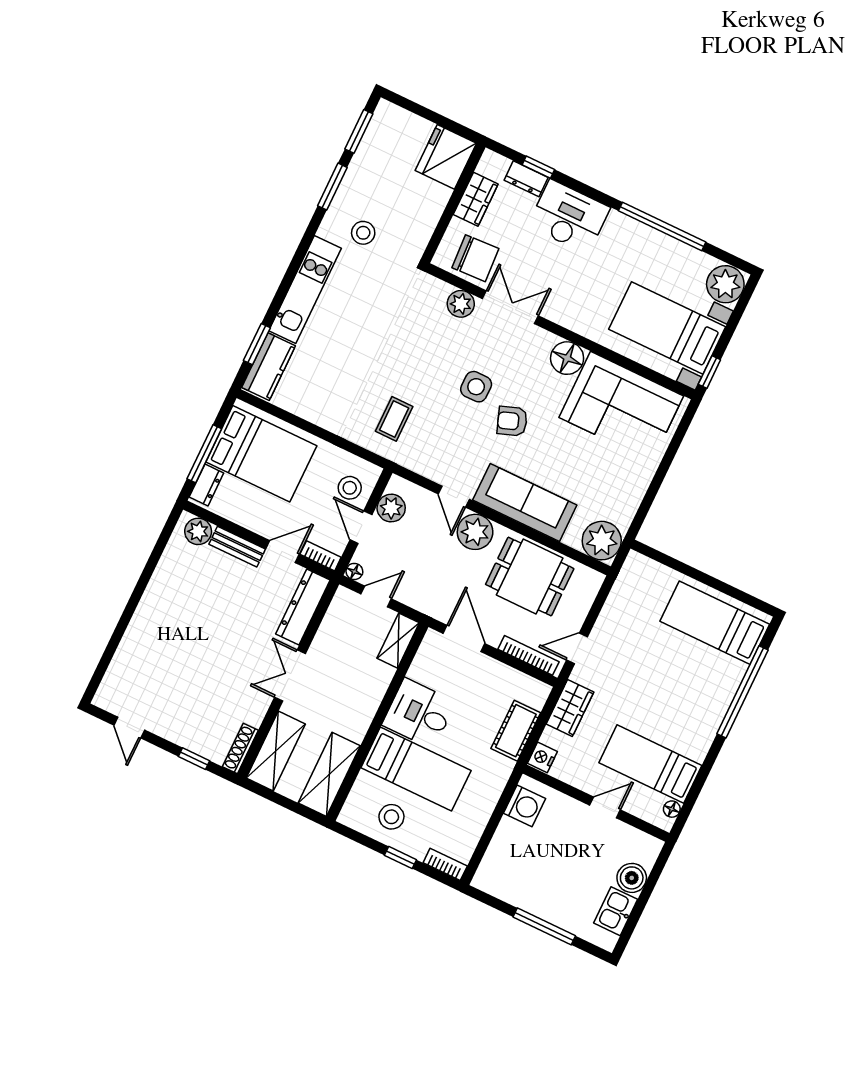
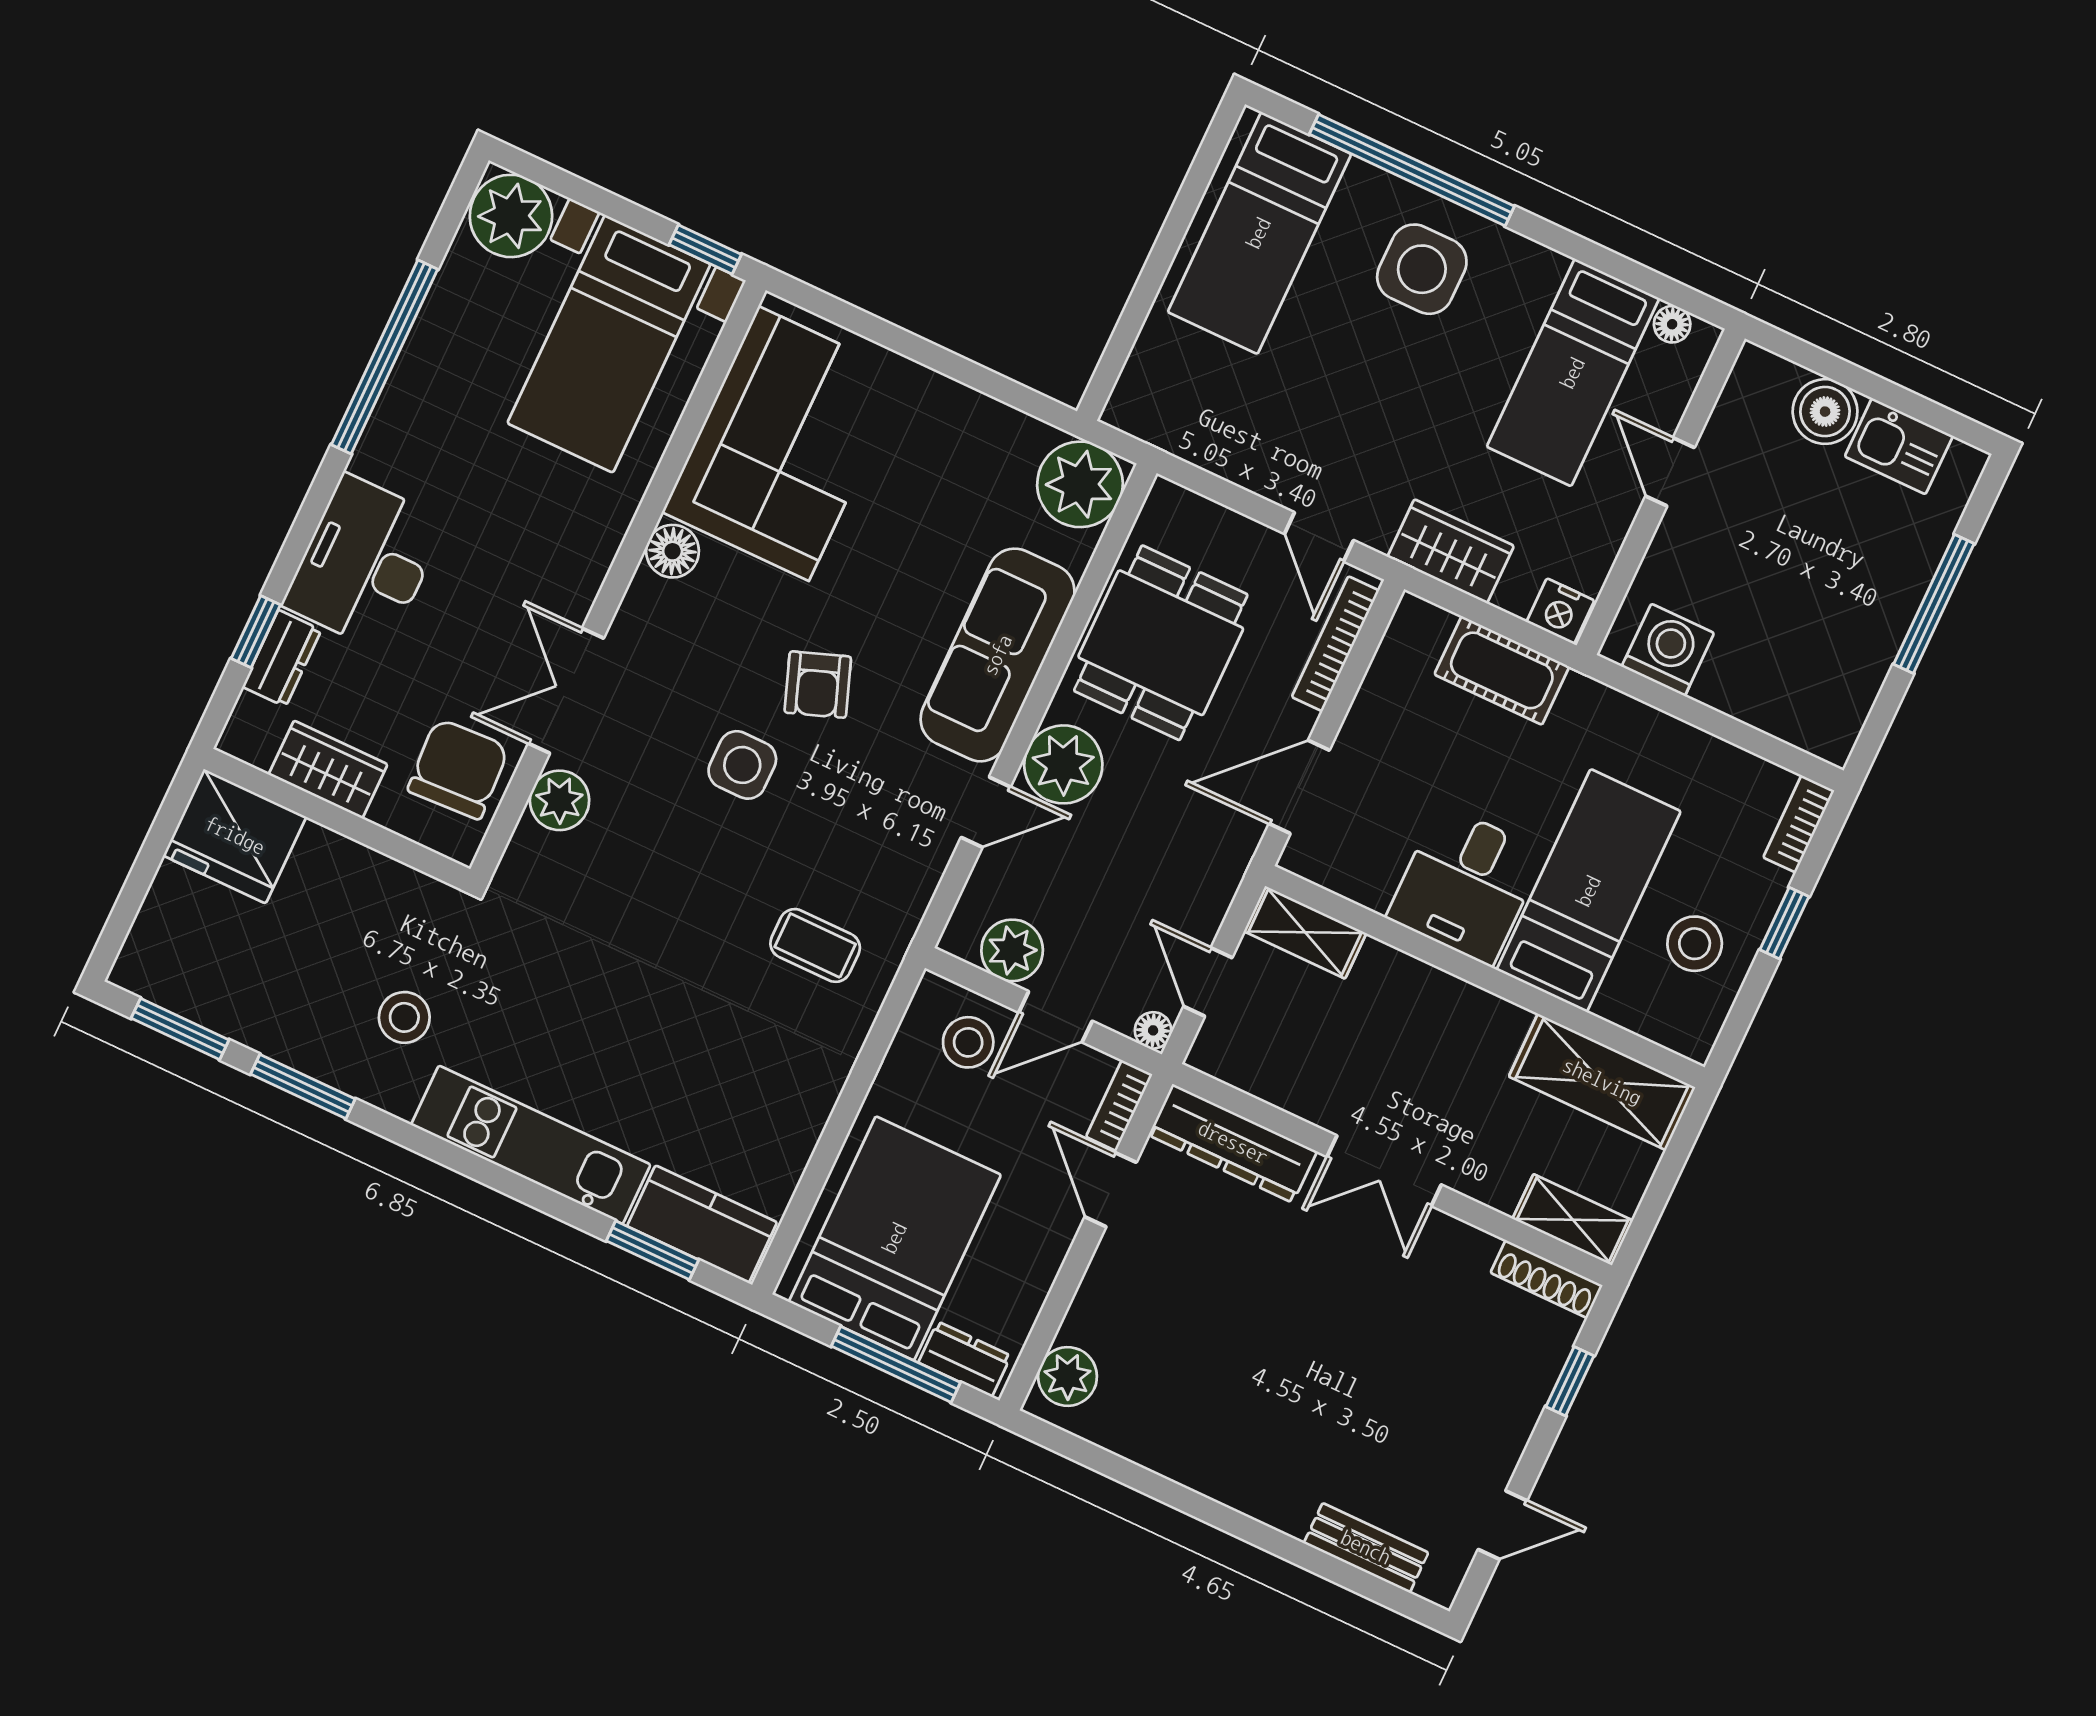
floor lamp: (567, 358) -> (673, 551), width x0.73, depth x0.73
bench: (237, 547) -> (1366, 1548), moved, turned 90
side table: (698, 696) -> (1422, 269), added
shelving: (276, 751) -> (1573, 1220), width x0.67, depth x0.75

